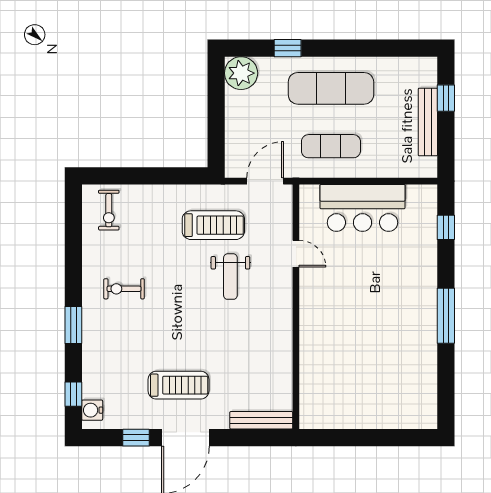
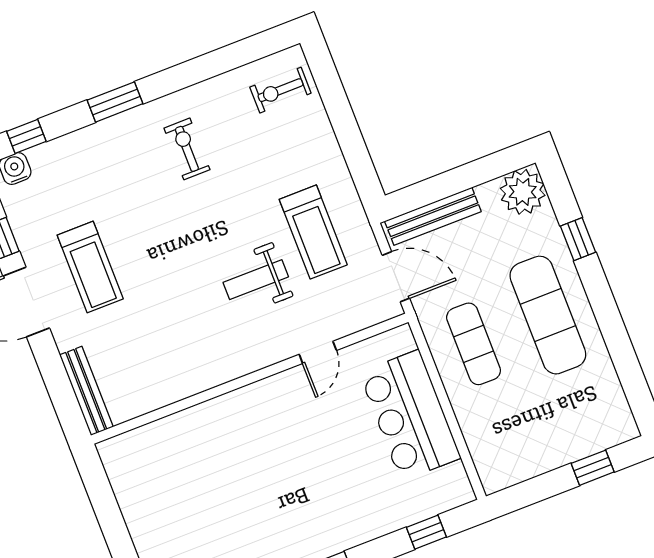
bench: (428, 122) -> (433, 216), moved

